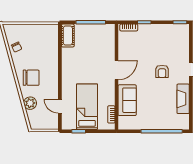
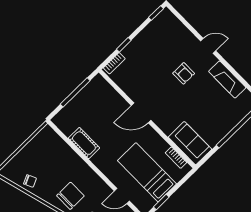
cot: (68, 36) -> (84, 143), moved
door: (116, 70) -> (141, 113), swing flipped
sofa: (127, 100) -> (190, 143), moved

